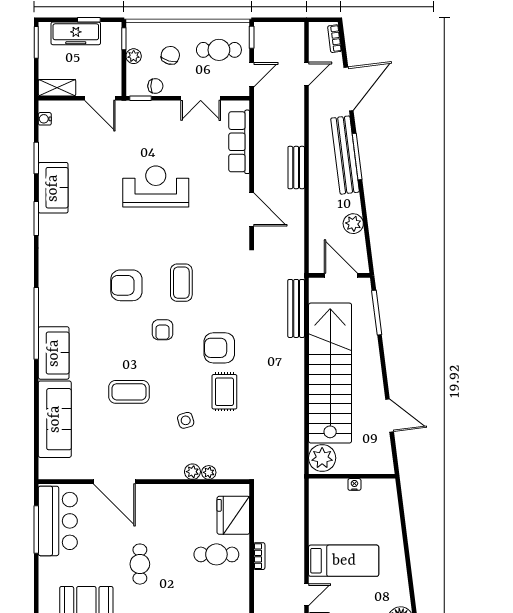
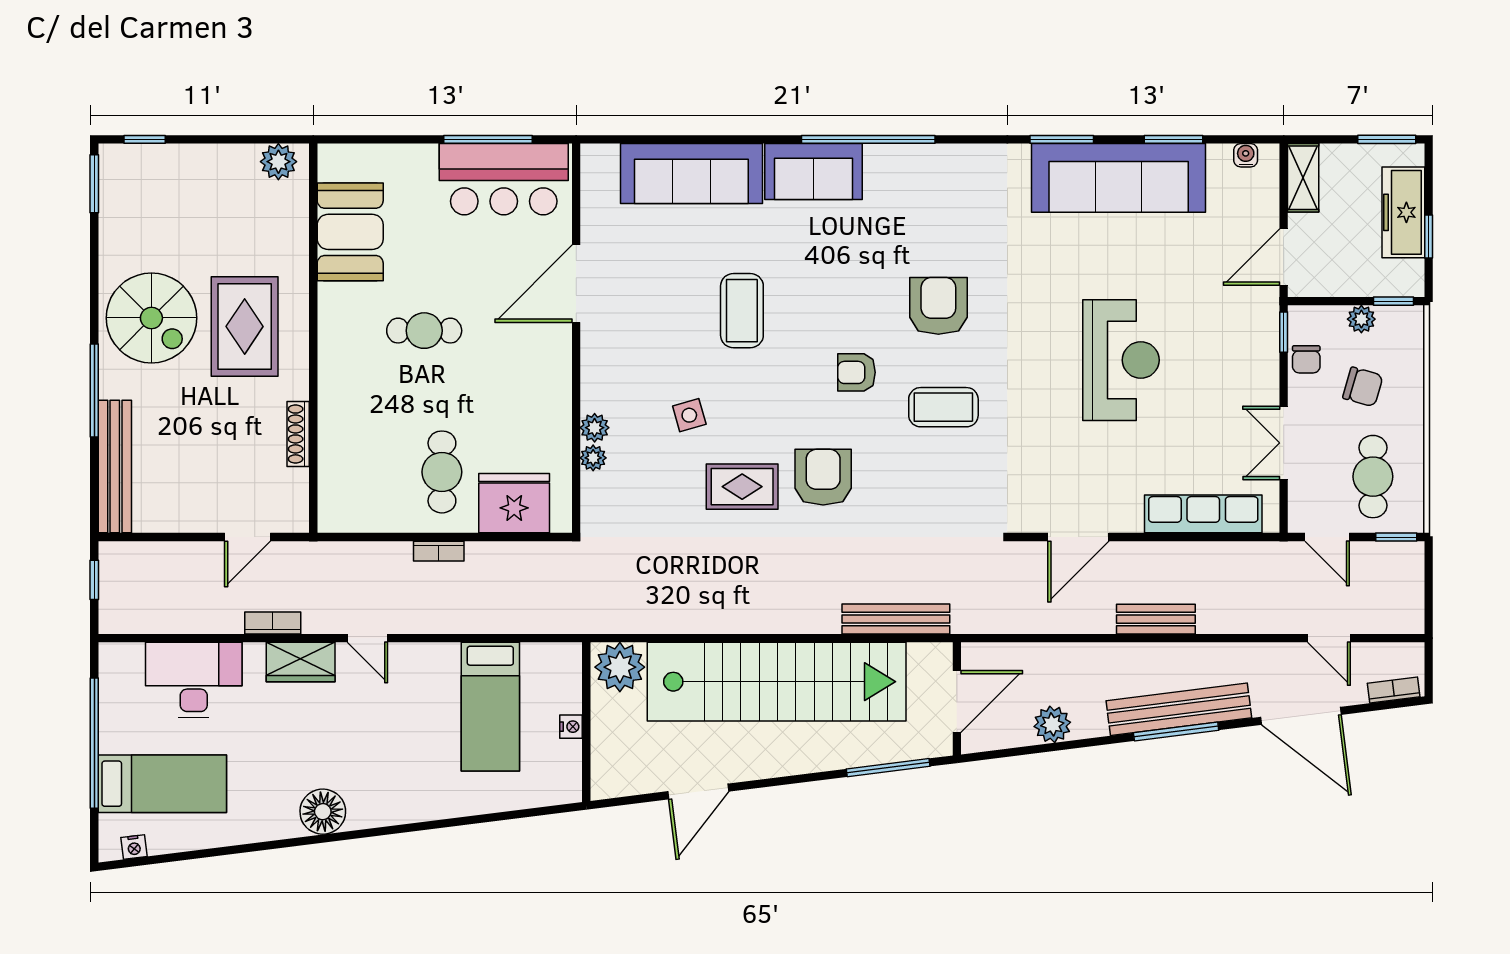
sofa: (53, 188) -> (1119, 178), width x1.85, depth x1.27
bed: (344, 561) -> (490, 707), moved

